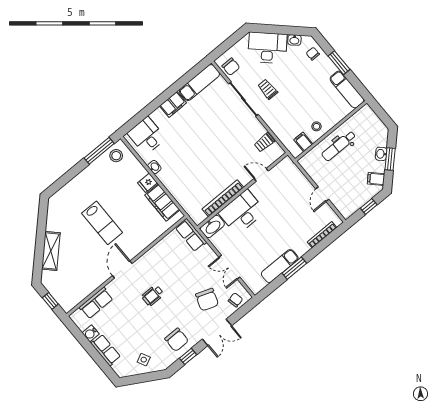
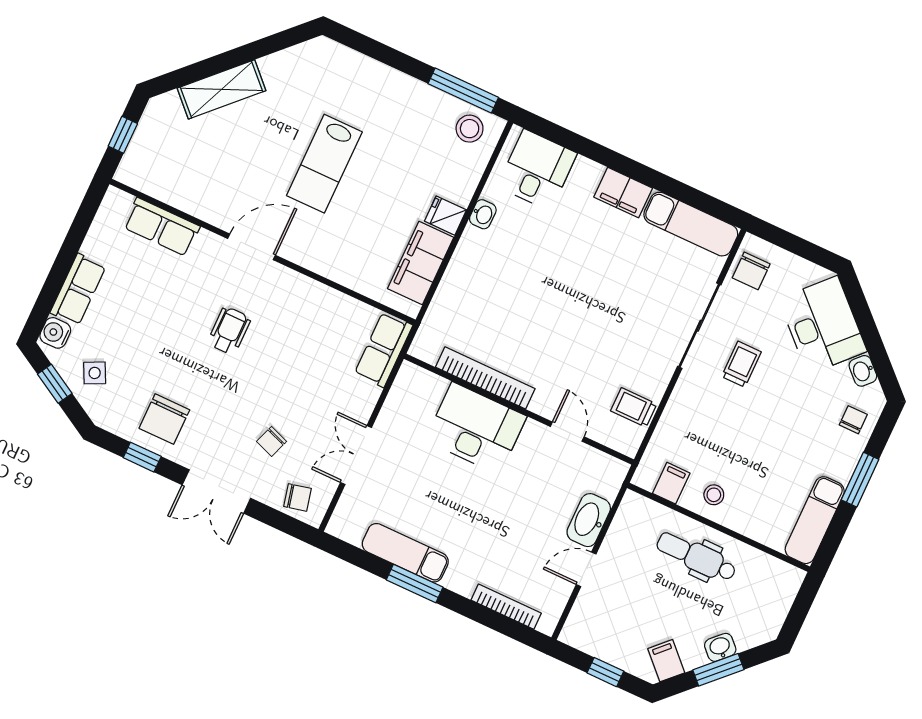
washbasin: (212, 226) -> (589, 520), moved, turned 90
wheelchair: (153, 295) -> (229, 331), turned 90
chair: (207, 300) -> (272, 441), width x0.54, depth x0.54
water cooler: (91, 333) -> (55, 333), moved
window: (140, 378) -> (55, 384), added

